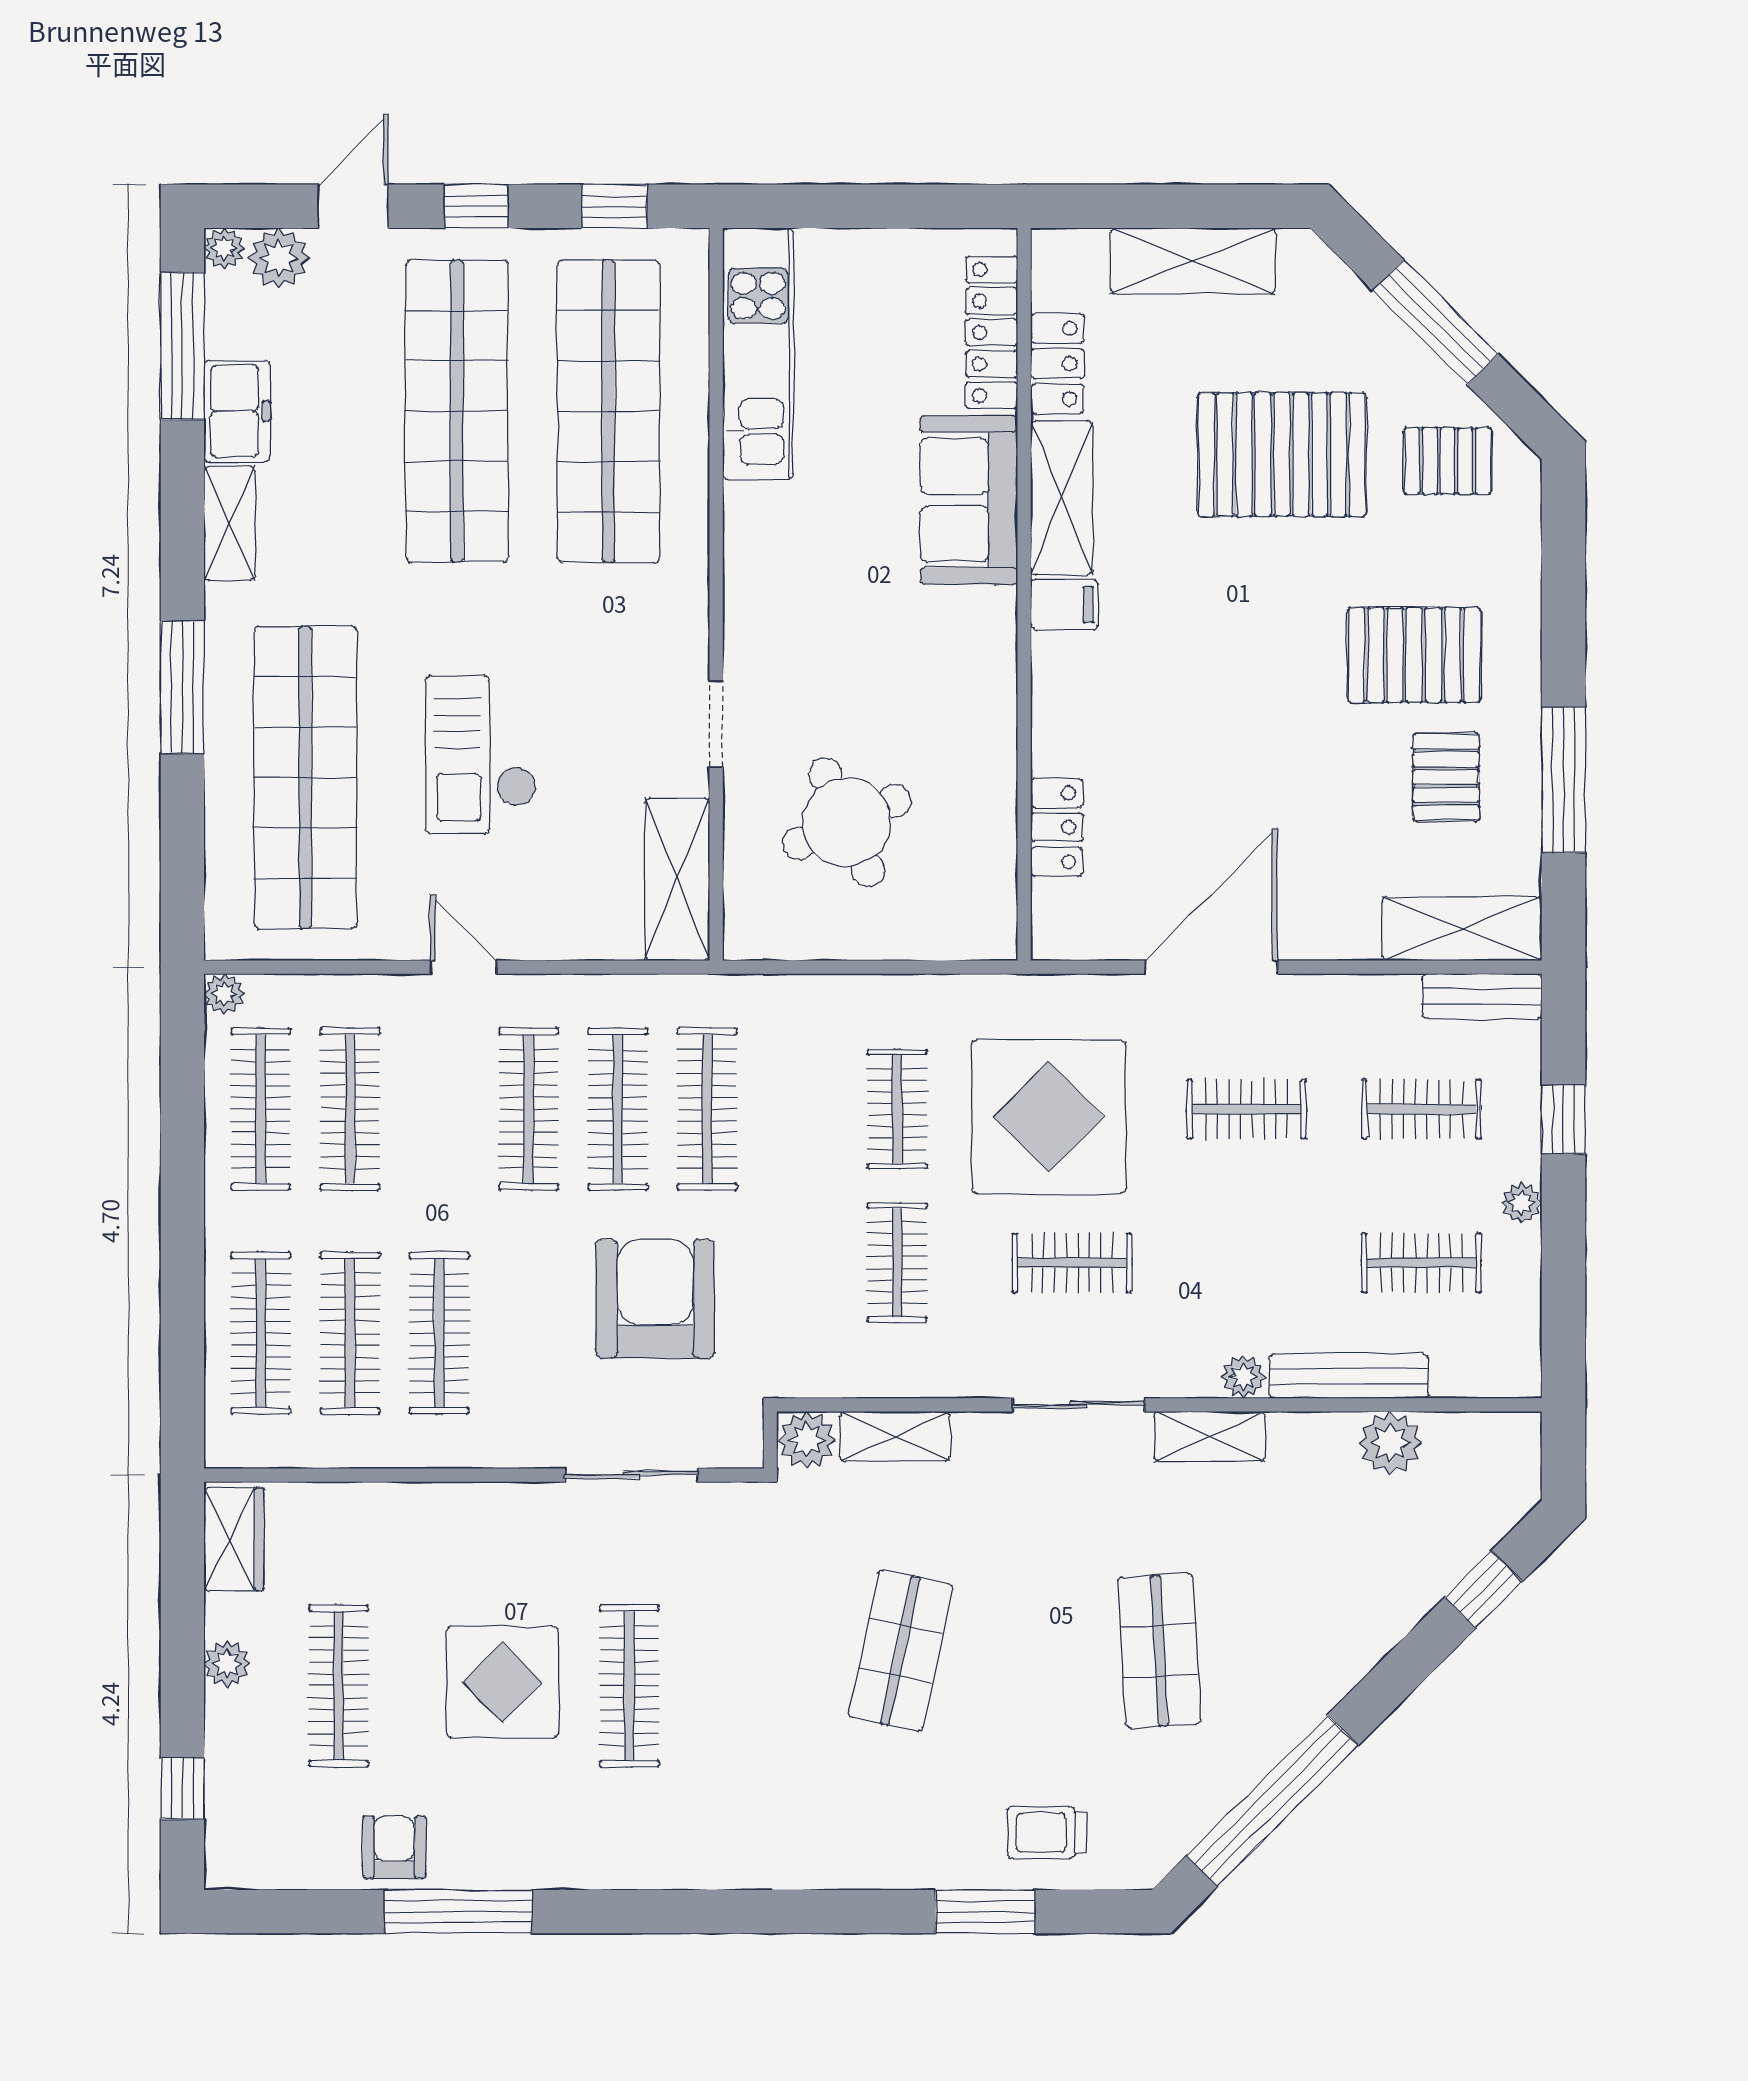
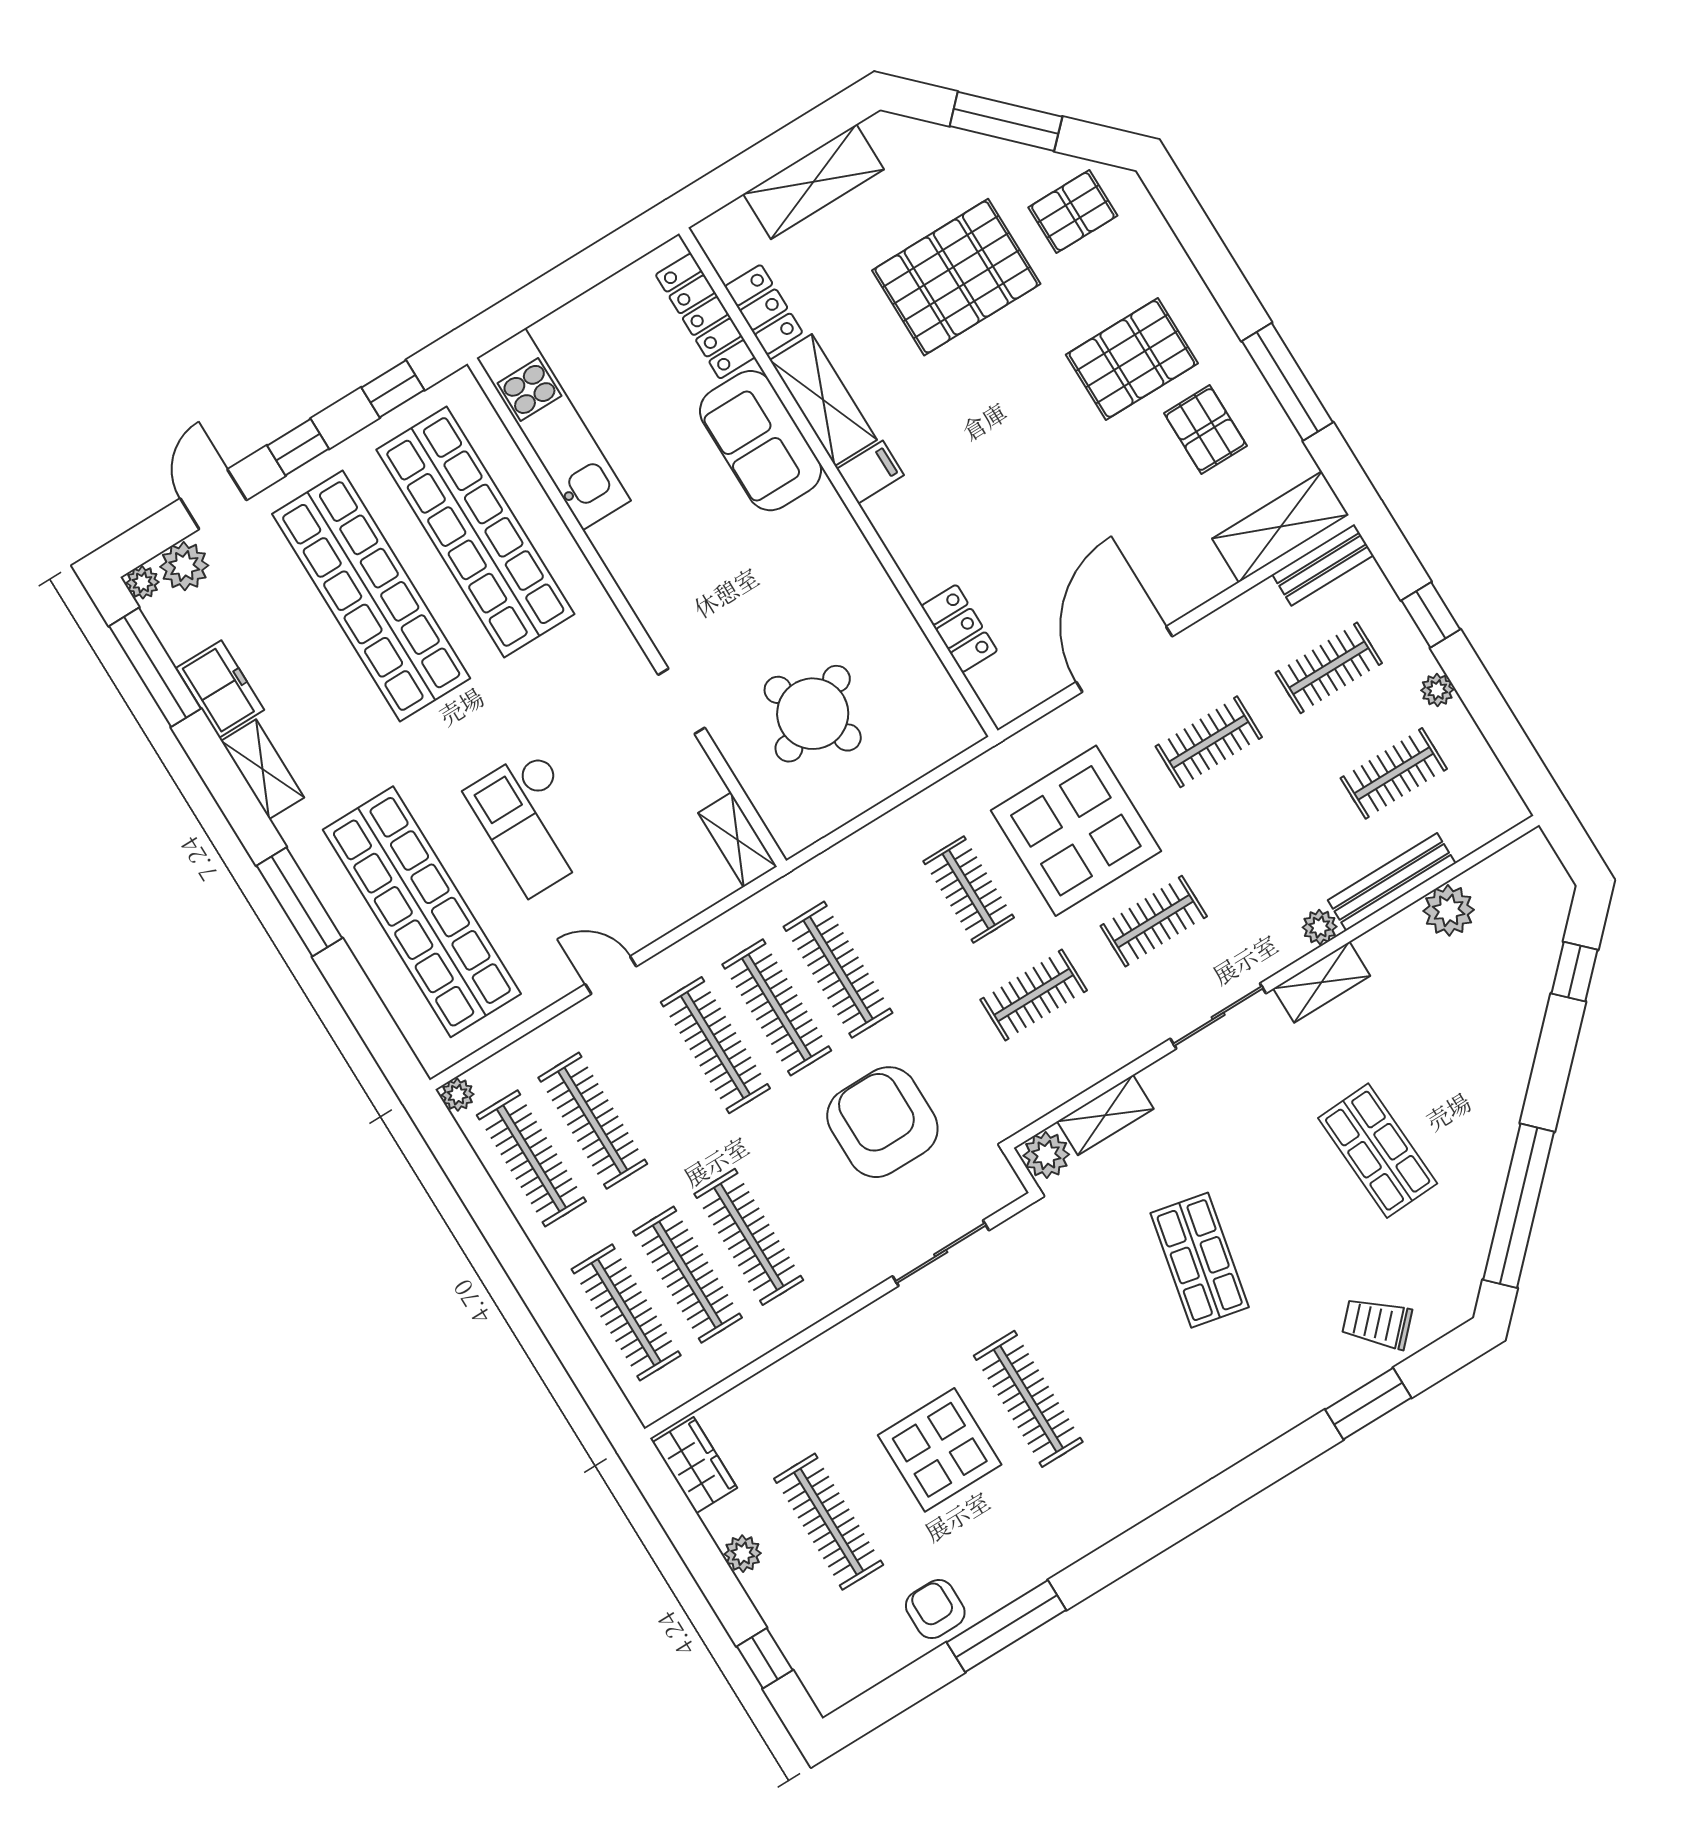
shelving: (677, 879) -> (737, 840), width x0.67, depth x0.75
clothes rail: (897, 1263) -> (1034, 995), turned 90
trolley: (1047, 1832) -> (1377, 1323), turned 44

